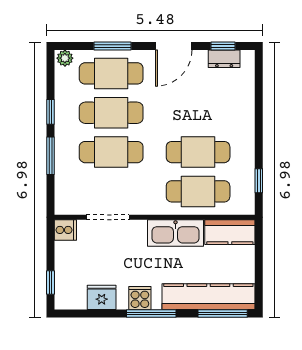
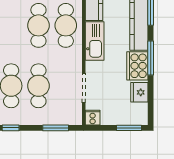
window: (50, 156) -> (56, 128), moved
window: (50, 282) -> (129, 128), width x1.50
cooker: (140, 298) -> (137, 66), width x1.87, depth x1.31

